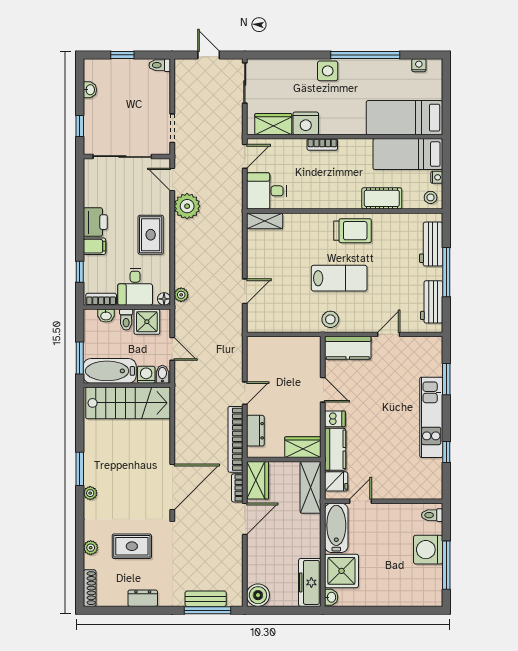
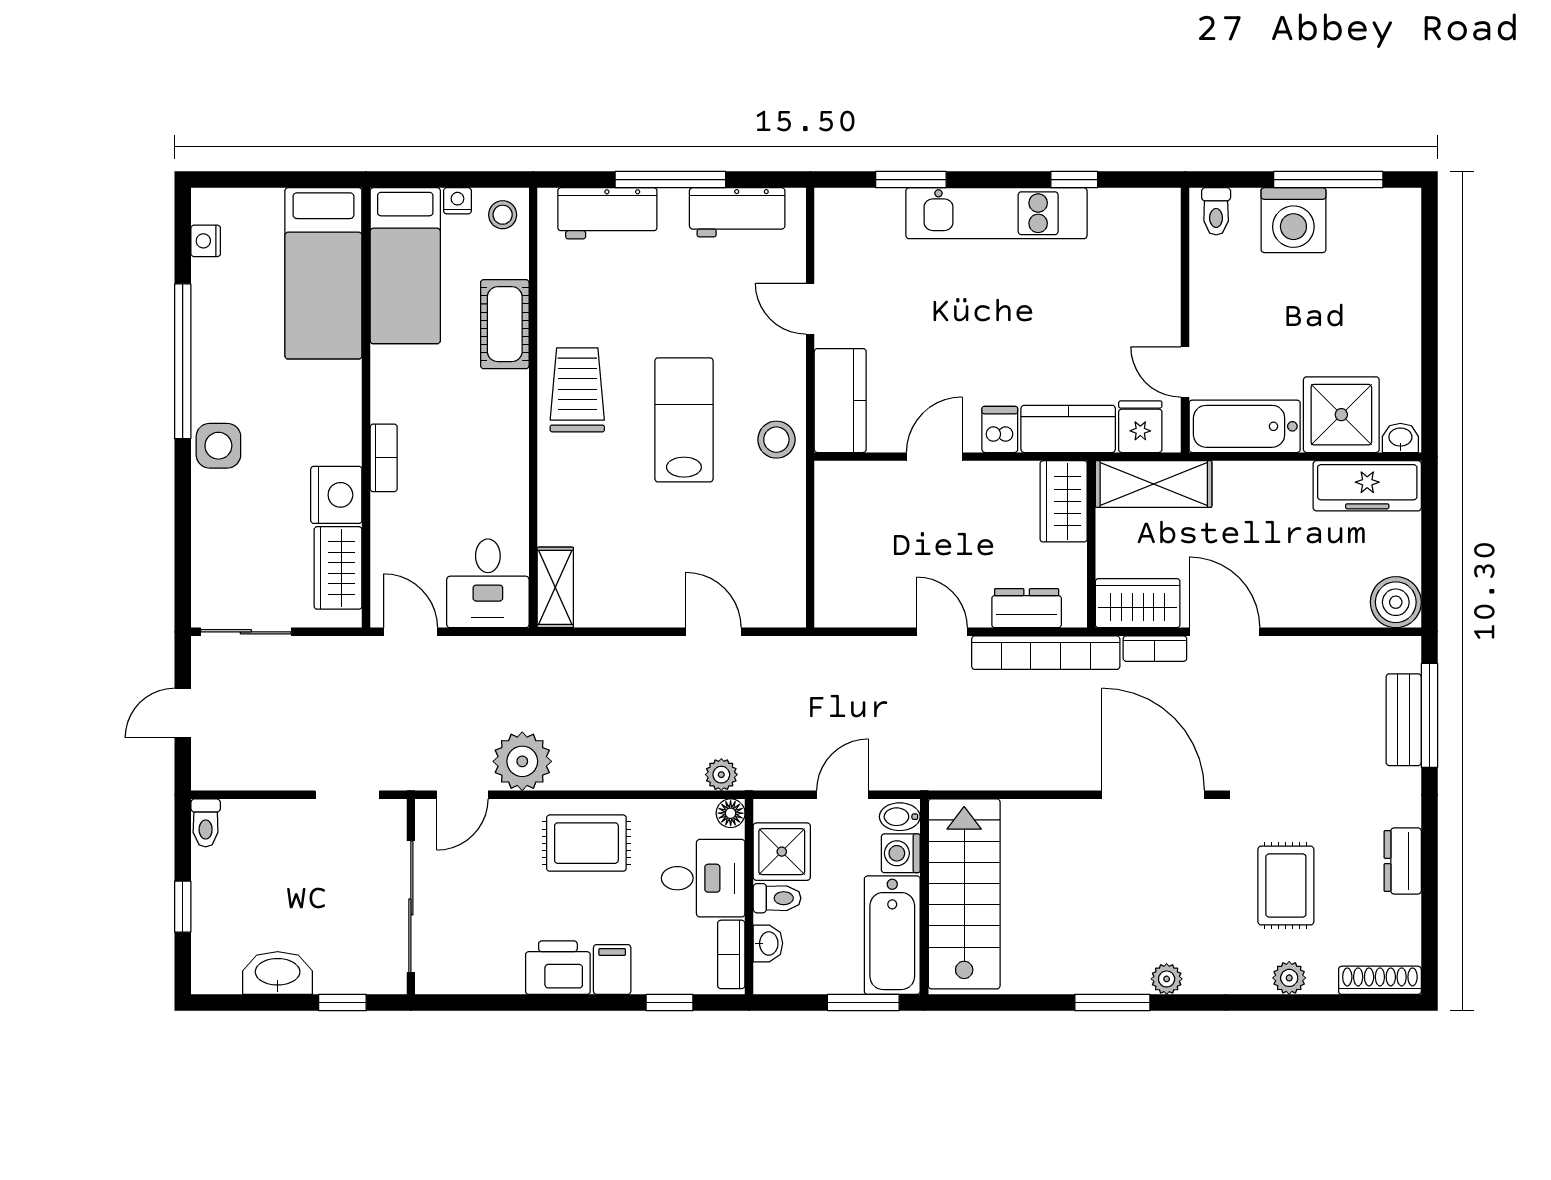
washbasin: (90, 90) -> (278, 973), width x1.91, depth x1.45

